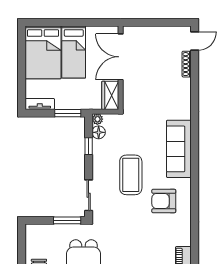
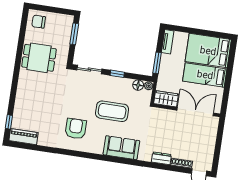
dresser: (184, 90) -> (161, 158), added
window: (89, 146) -> (117, 74), moved
sofa: (179, 149) -> (121, 148), width x0.73
coffee table: (131, 175) -> (112, 111), moved
window: (67, 220) -> (74, 34), moved

